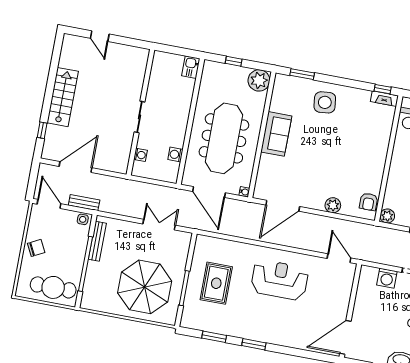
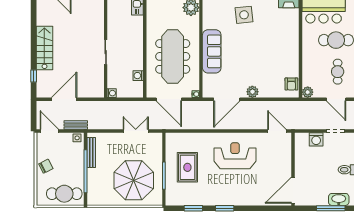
sofa: (276, 134) -> (212, 51), width x1.36
washing machine: (140, 155) -> (112, 93), moved
plant: (333, 205) -> (252, 92), moved

